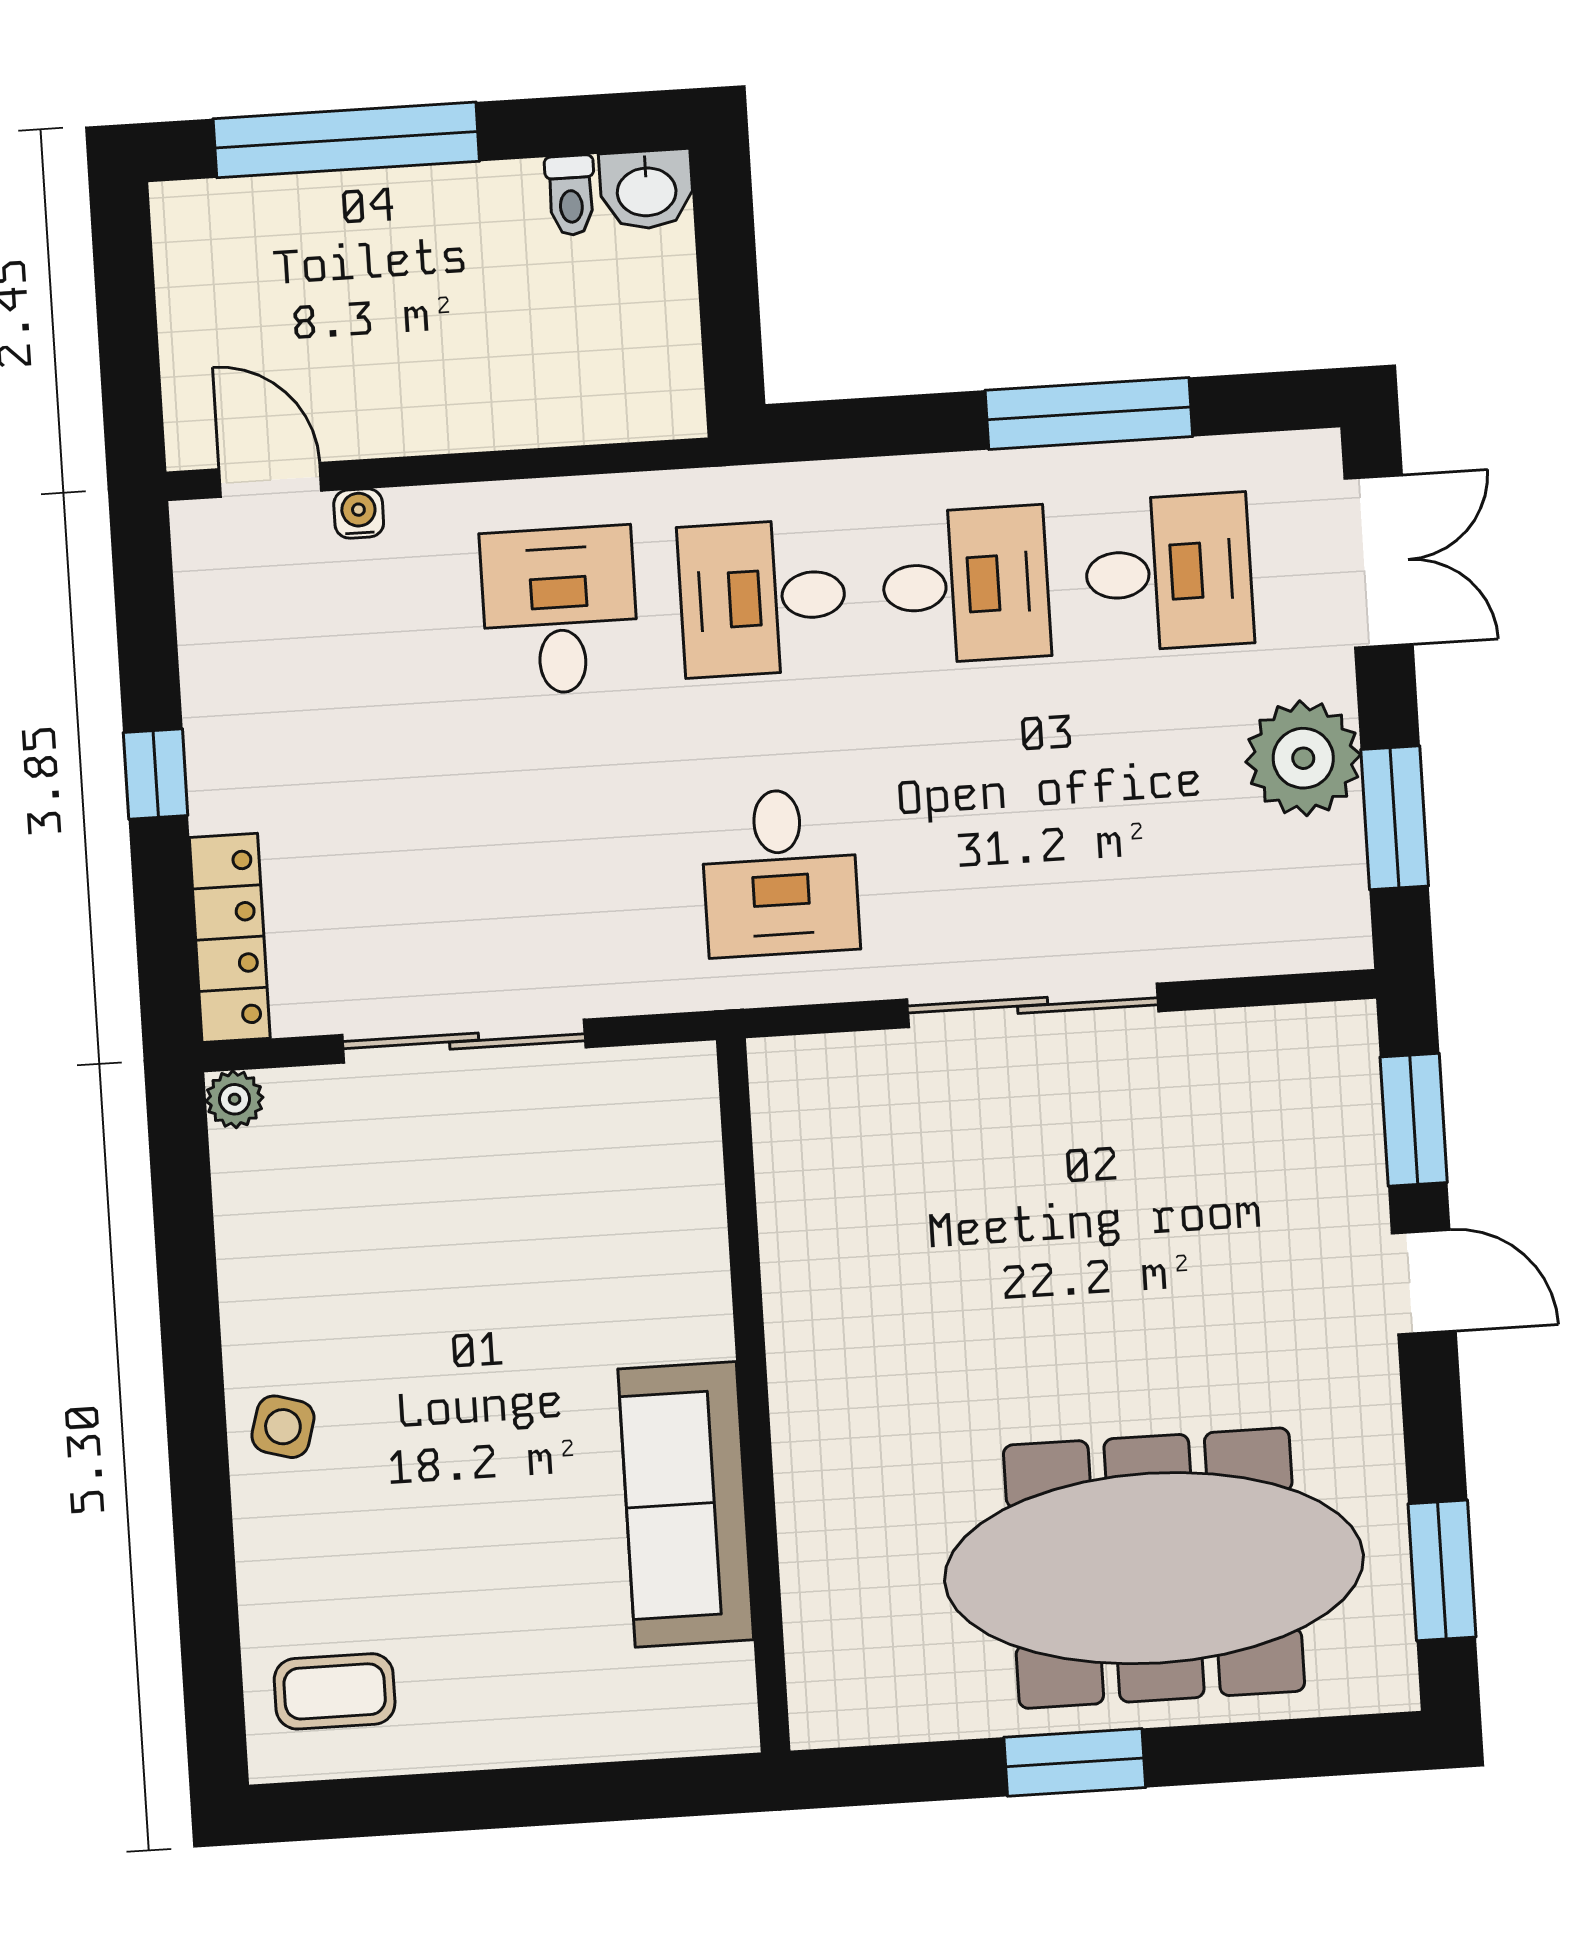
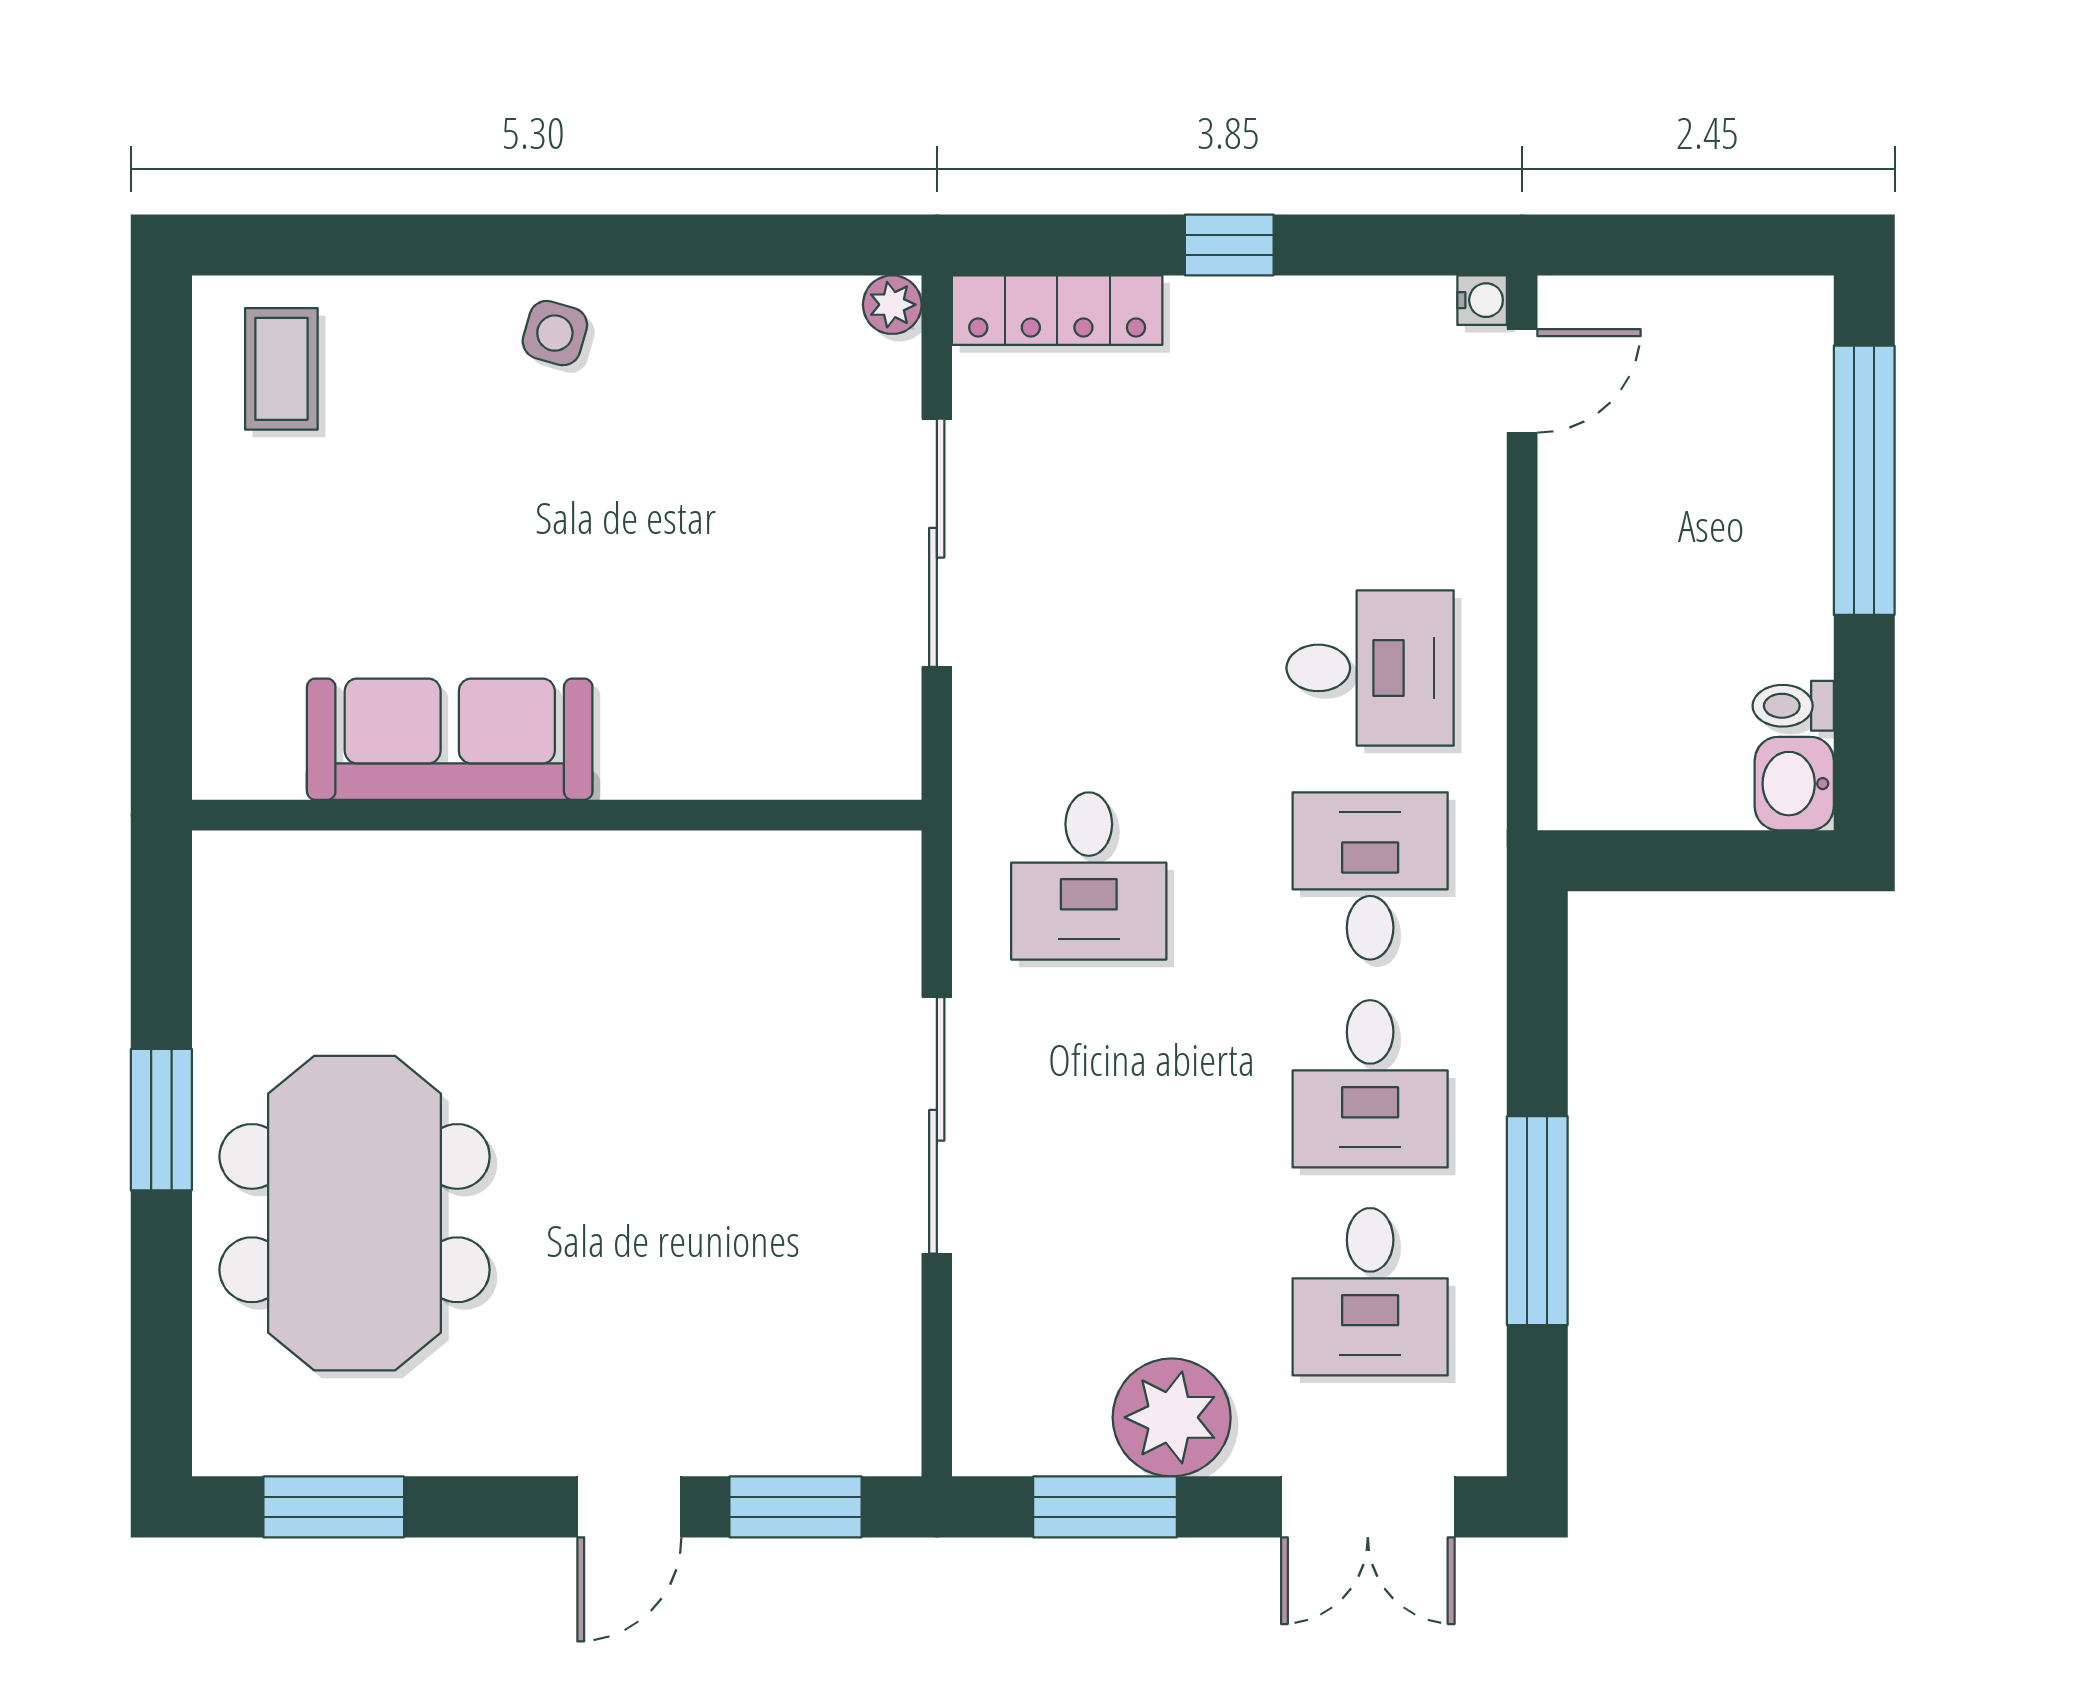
water cooler: (359, 513) -> (1482, 300), moved
desk: (780, 872) -> (1089, 876), turned -90
meeting table: (1154, 1568) -> (355, 1213), width x0.73

